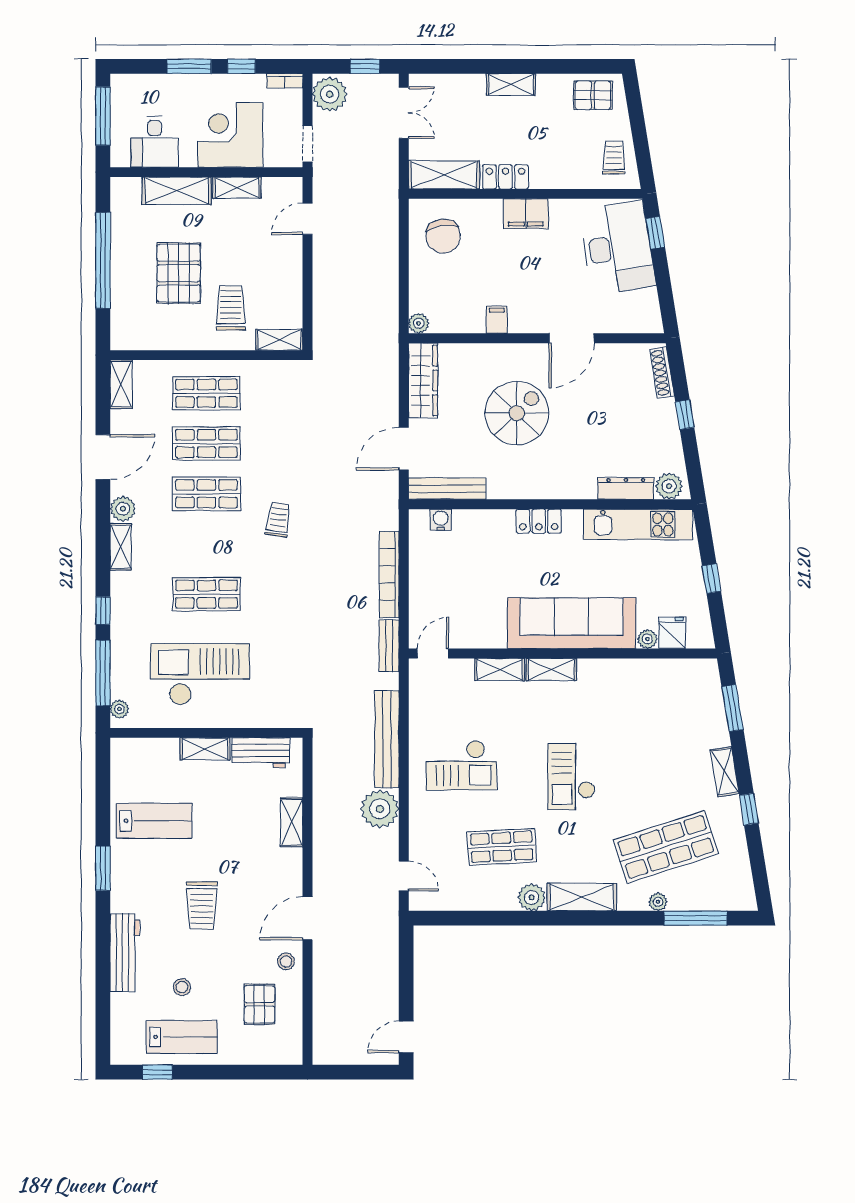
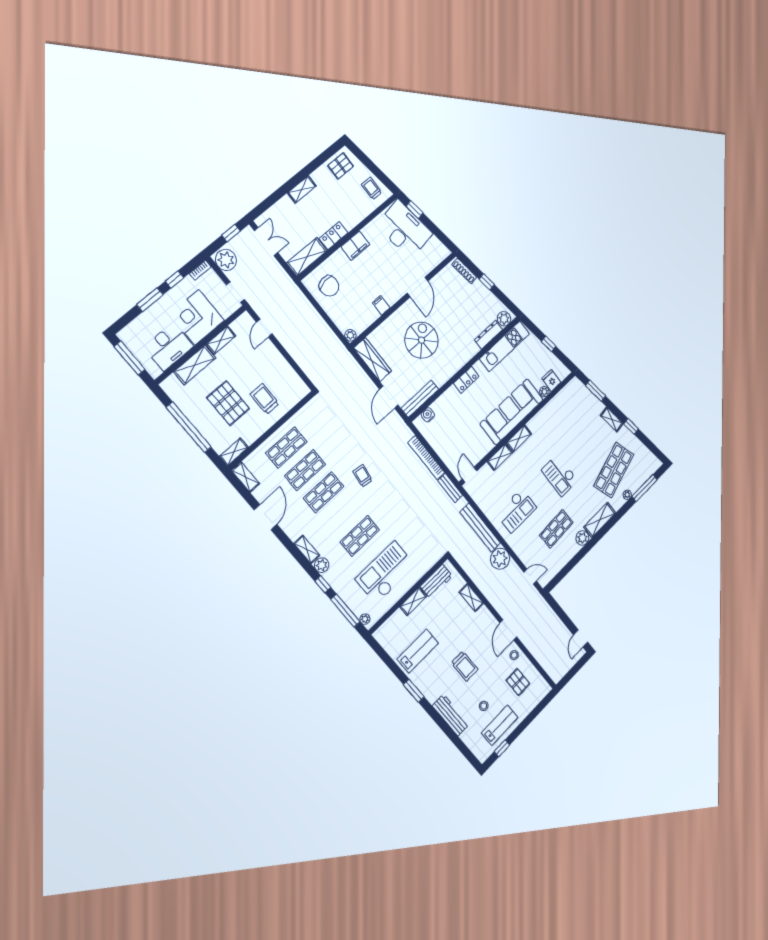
desk: (154, 142) -> (169, 347), width x1.37
shelving: (279, 340) -> (234, 452), moved
plant: (123, 509) -> (322, 565), moved

